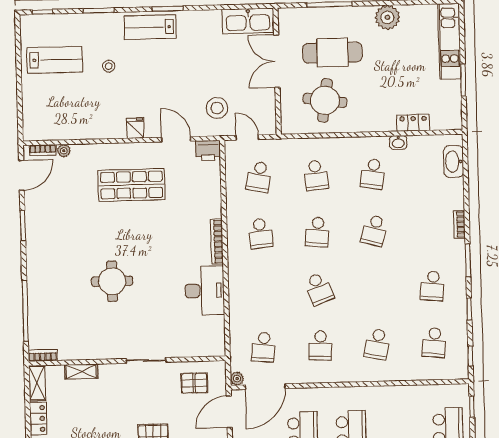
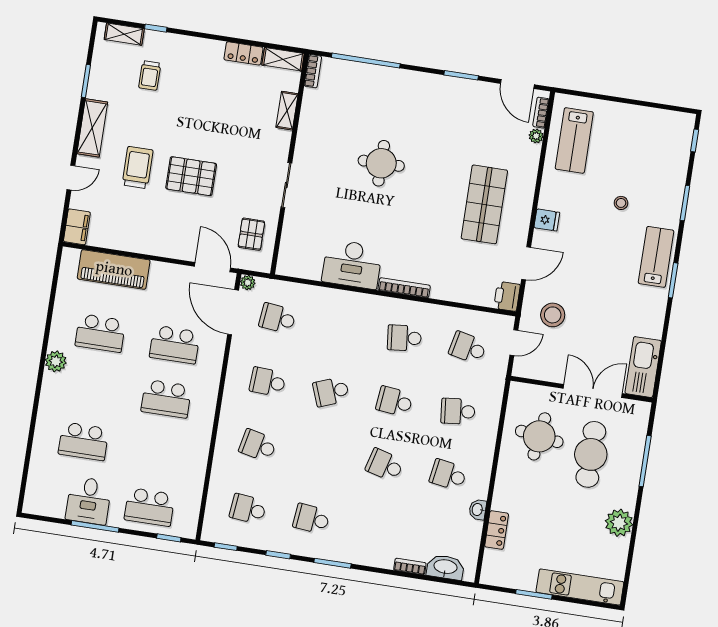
lab bench: (55, 60) -> (574, 140), moved
bookcase: (459, 224) -> (410, 567), moved

